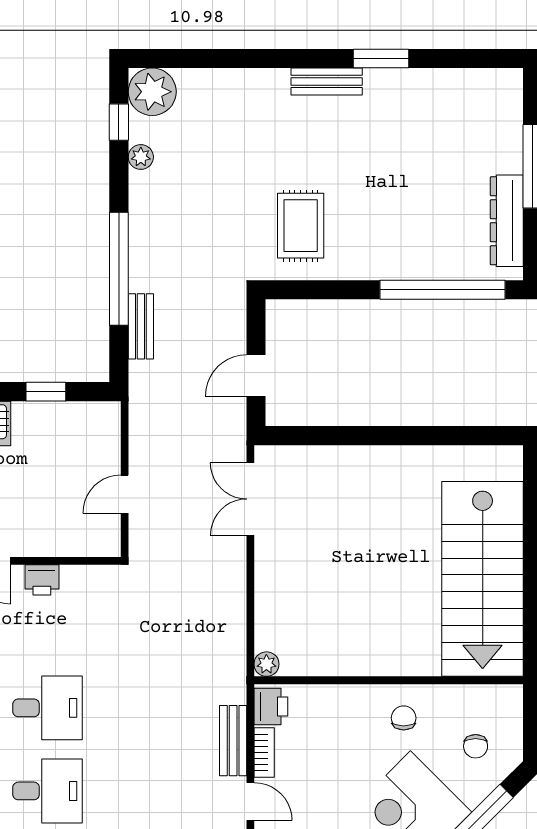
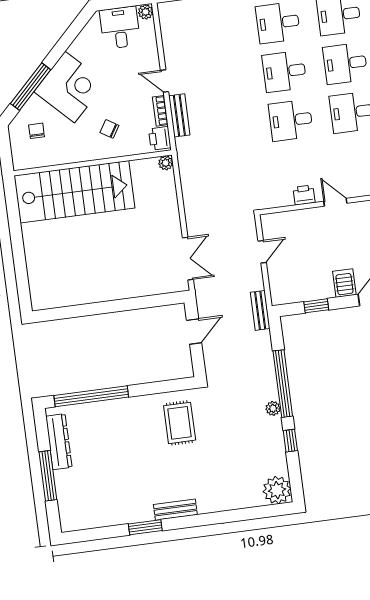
window: (119, 122) -> (290, 441), moved
plant: (141, 157) -> (273, 408), moved
bench: (141, 326) -> (260, 310), moved
stairs: (483, 579) -> (74, 192), moved, turned 90
chair: (404, 718) -> (109, 129), moved, turned 122

